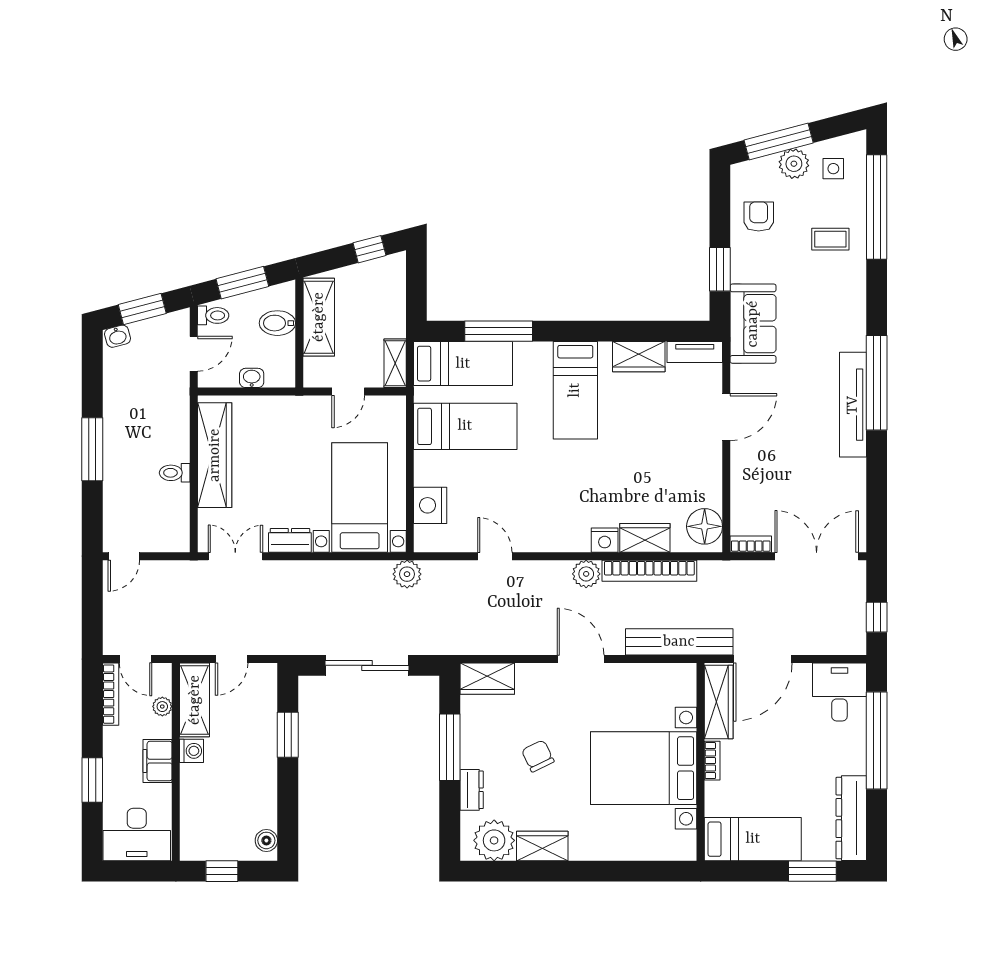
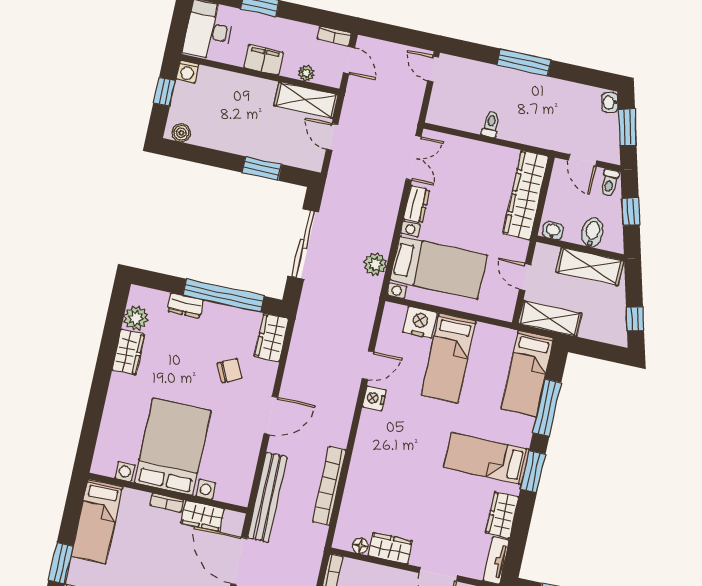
window: (242, 283) -> (631, 212), width x0.67
window: (579, 331) -> (533, 472), added
shelving: (395, 363) -> (550, 319), width x1.50, depth x1.33
washbasin: (252, 378) -> (553, 231), moved, turned -90
bed: (465, 426) -> (449, 358), moved
wardrobe: (215, 455) -> (526, 195), moved, turned 90
floor lamp: (705, 526) -> (360, 546), width x0.53, depth x0.53
wardrobe: (645, 538) -> (390, 548), moved, turned -90
nightstand: (605, 540) -> (374, 398), moved
plant: (407, 574) -> (375, 264), moved
plant: (586, 574) -> (338, 435), removed
door: (136, 659) -> (349, 60), swing flipped
bookcase: (111, 694) -> (334, 36), width x0.64
wardrobe: (719, 702) -> (202, 516), width x0.67
window: (450, 747) -> (223, 296), width x1.46
washing machine: (191, 751) -> (187, 72), moved
chair: (538, 756) -> (230, 371), moved
plant: (494, 840) -> (136, 318), width x0.73, depth x0.73

